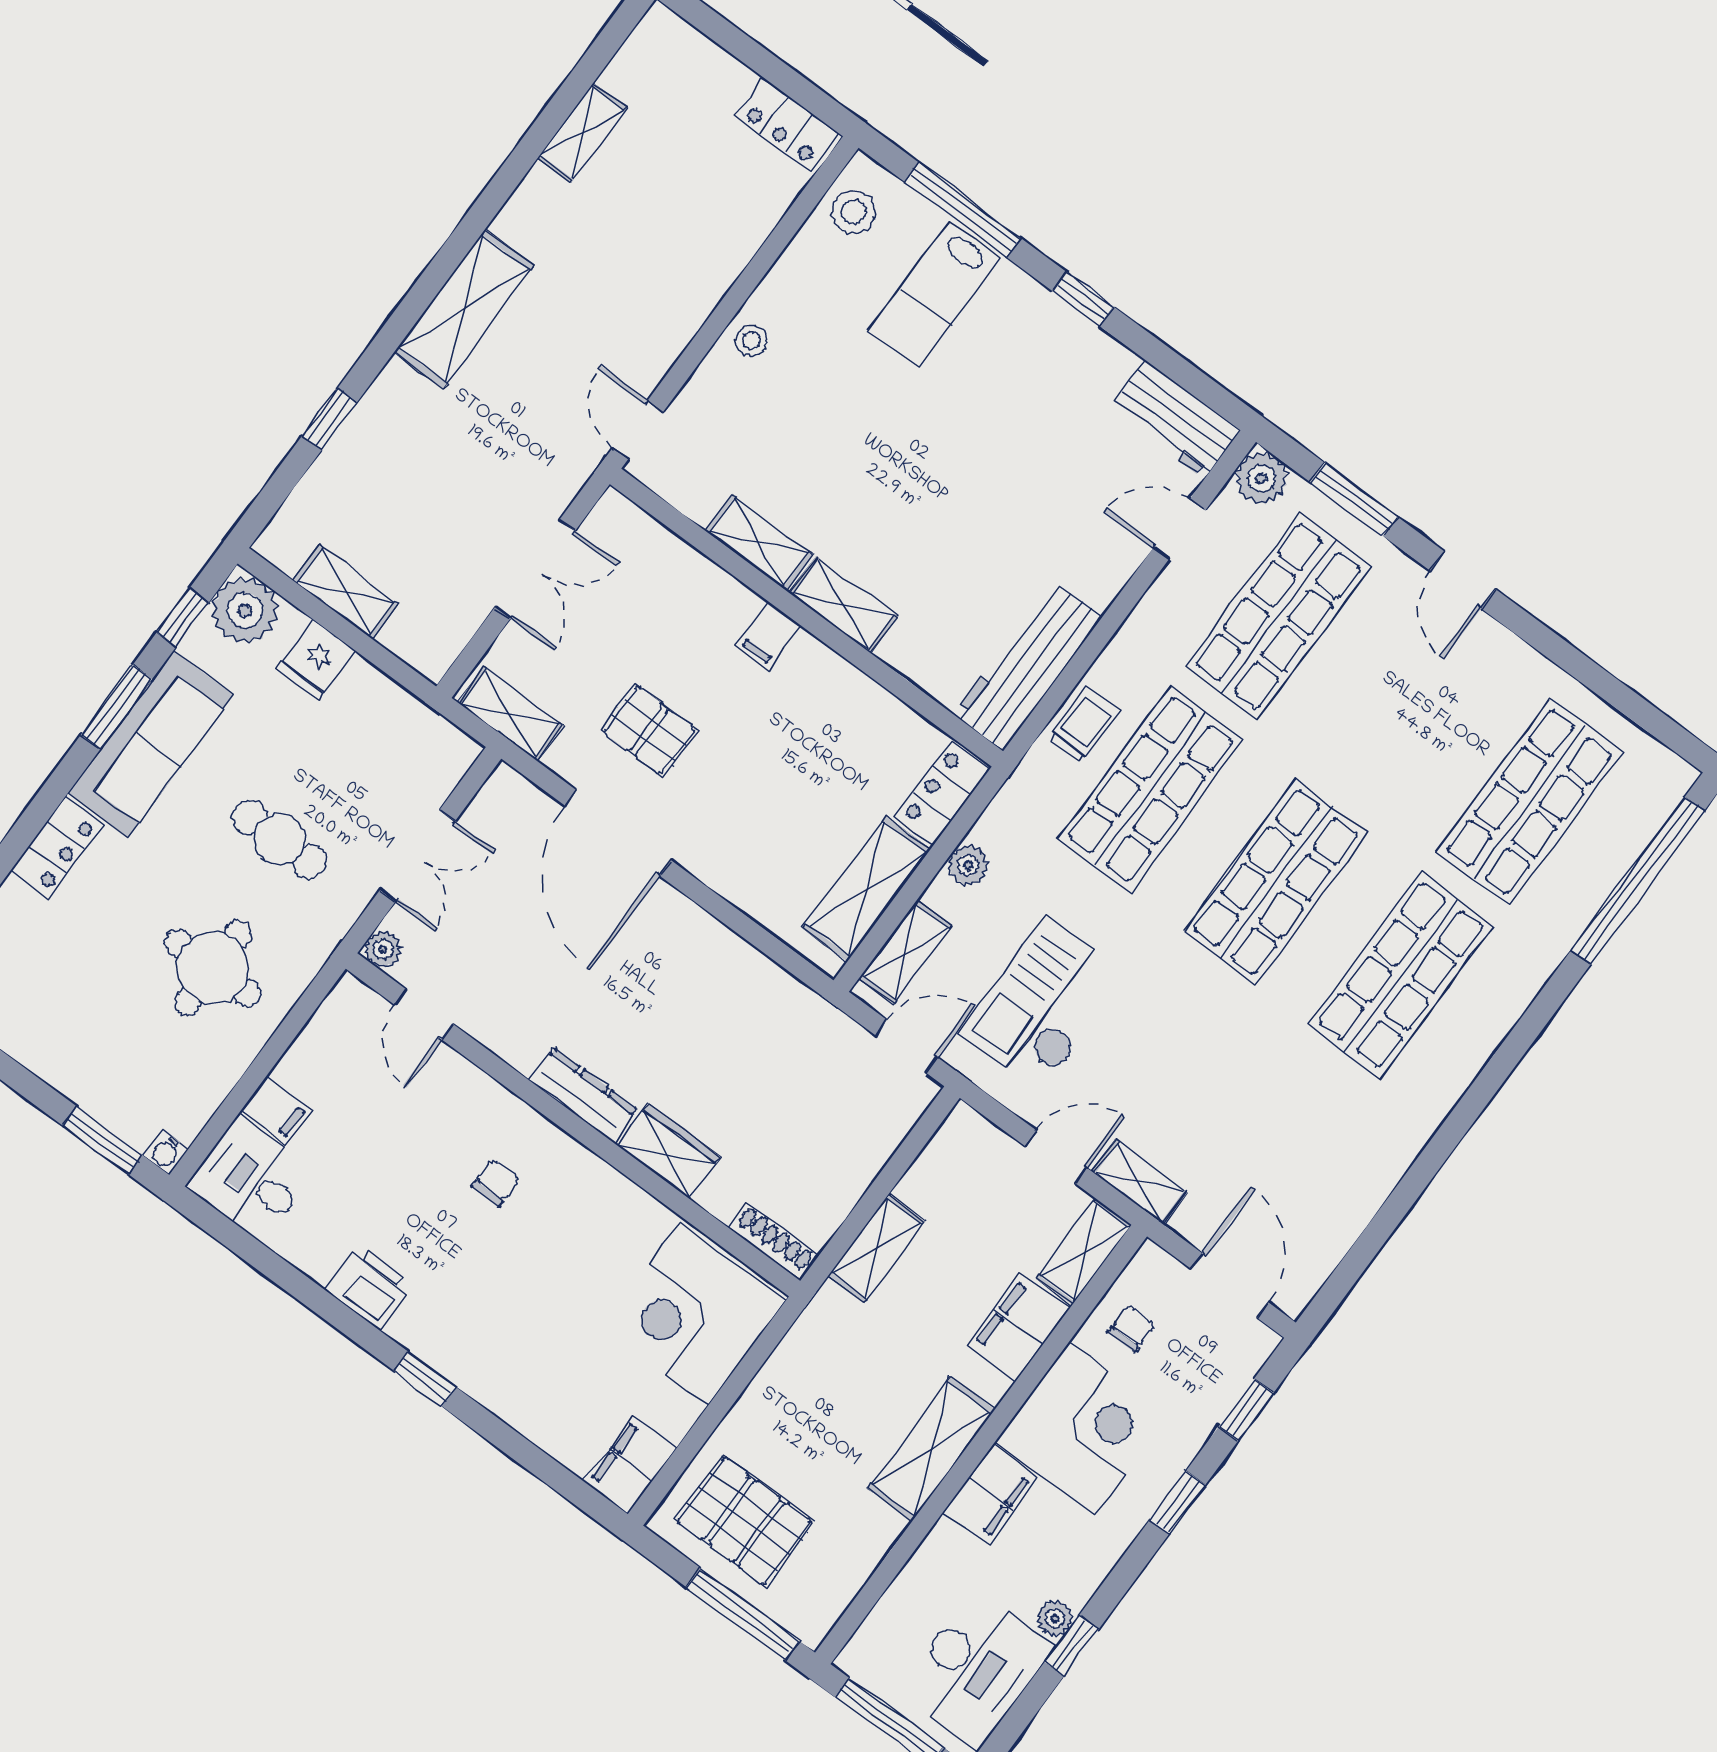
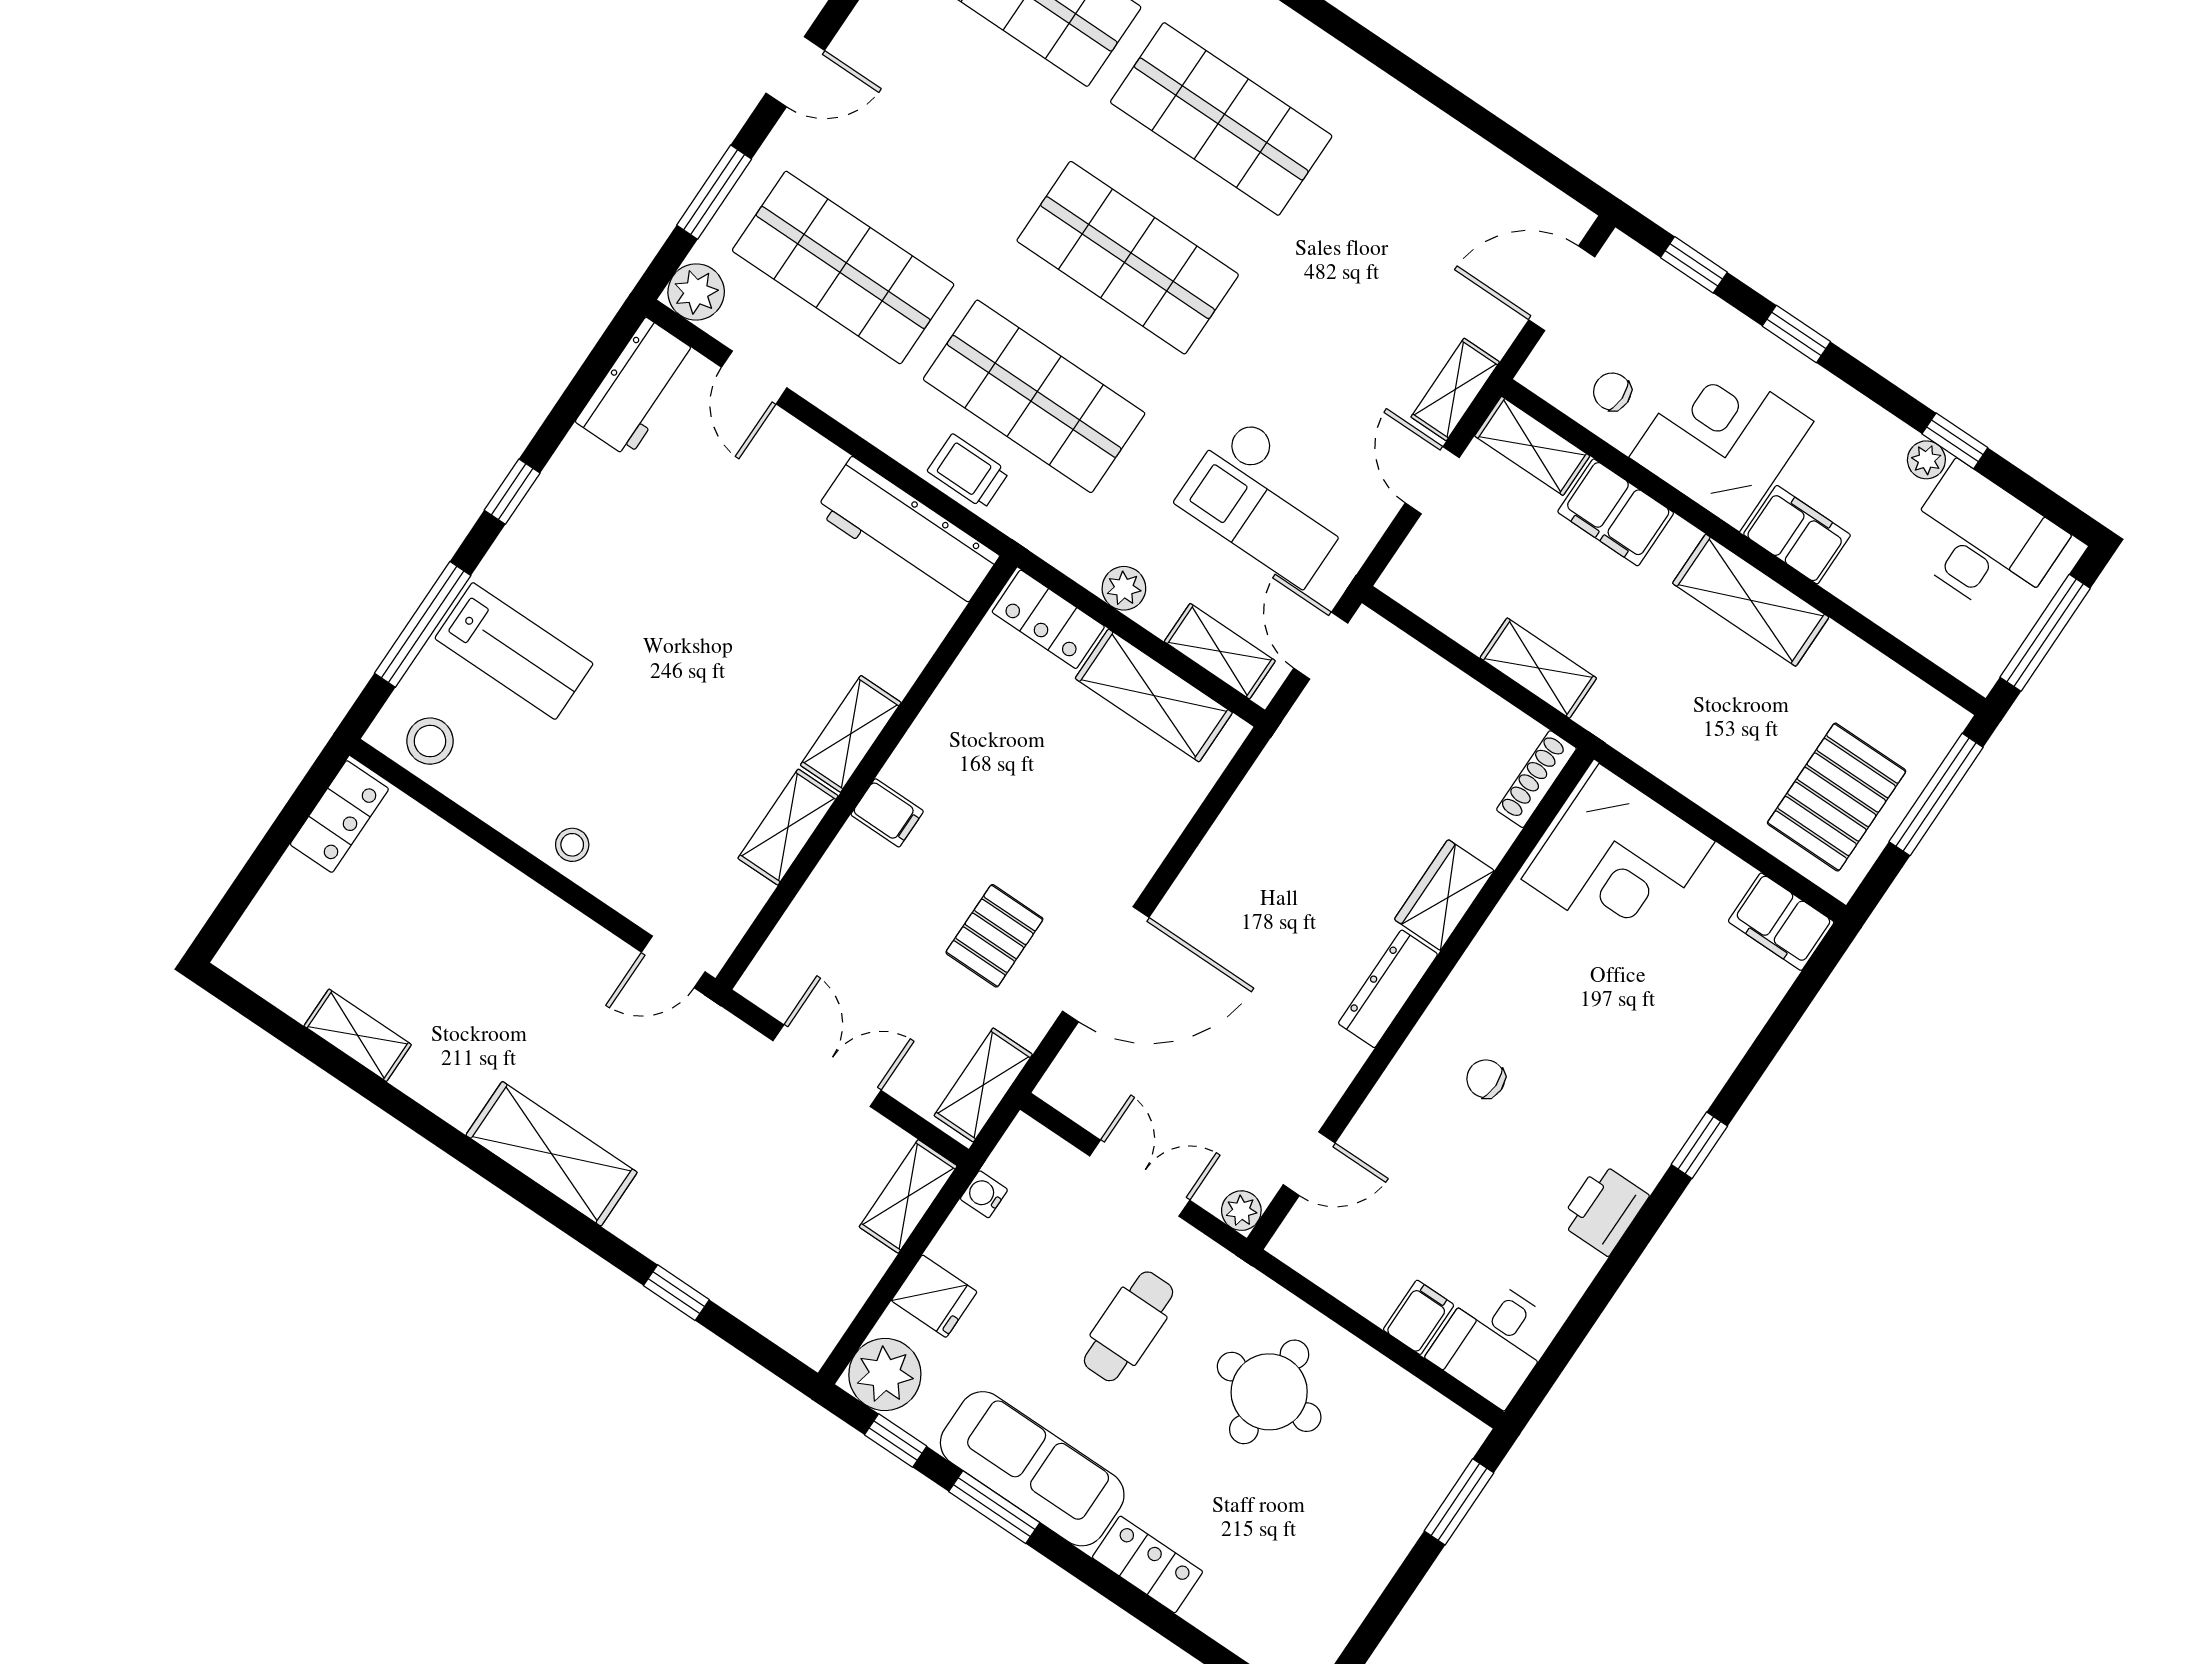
shelving: (346, 592) -> (908, 1196), moved
water cooler: (166, 1152) -> (984, 1194), moved, turned 180

